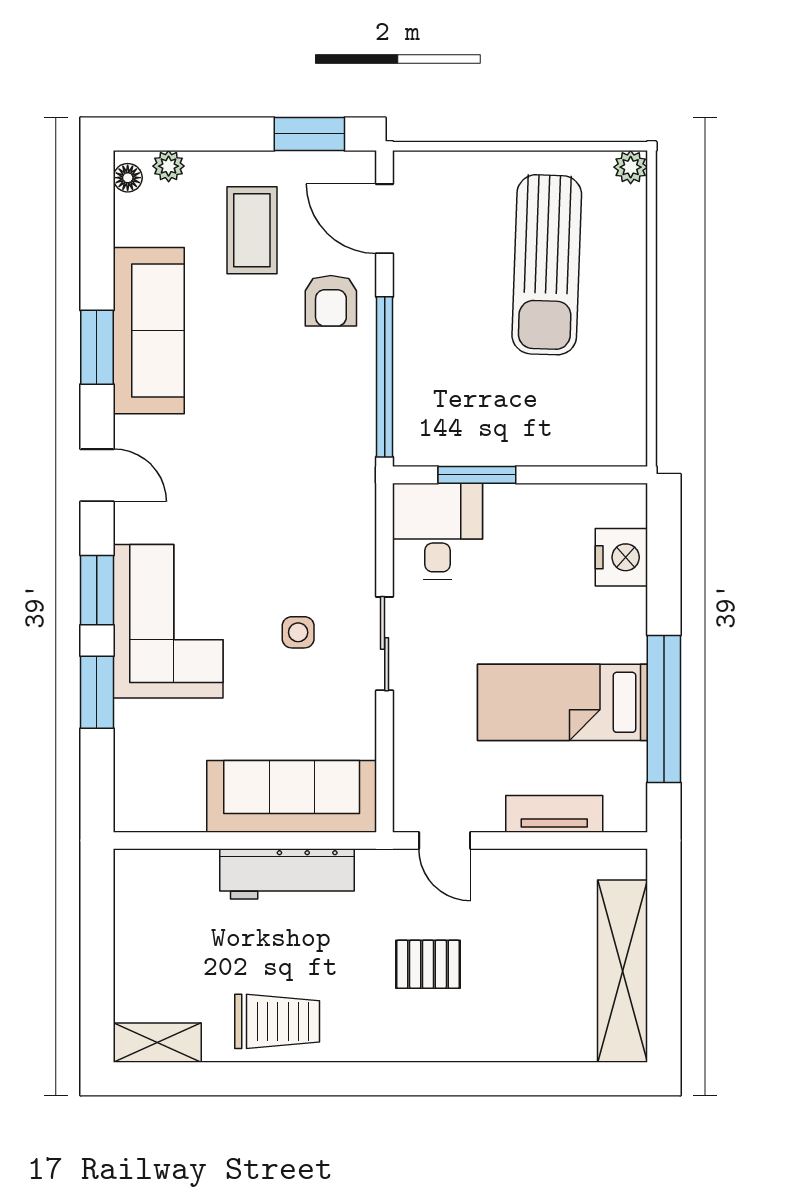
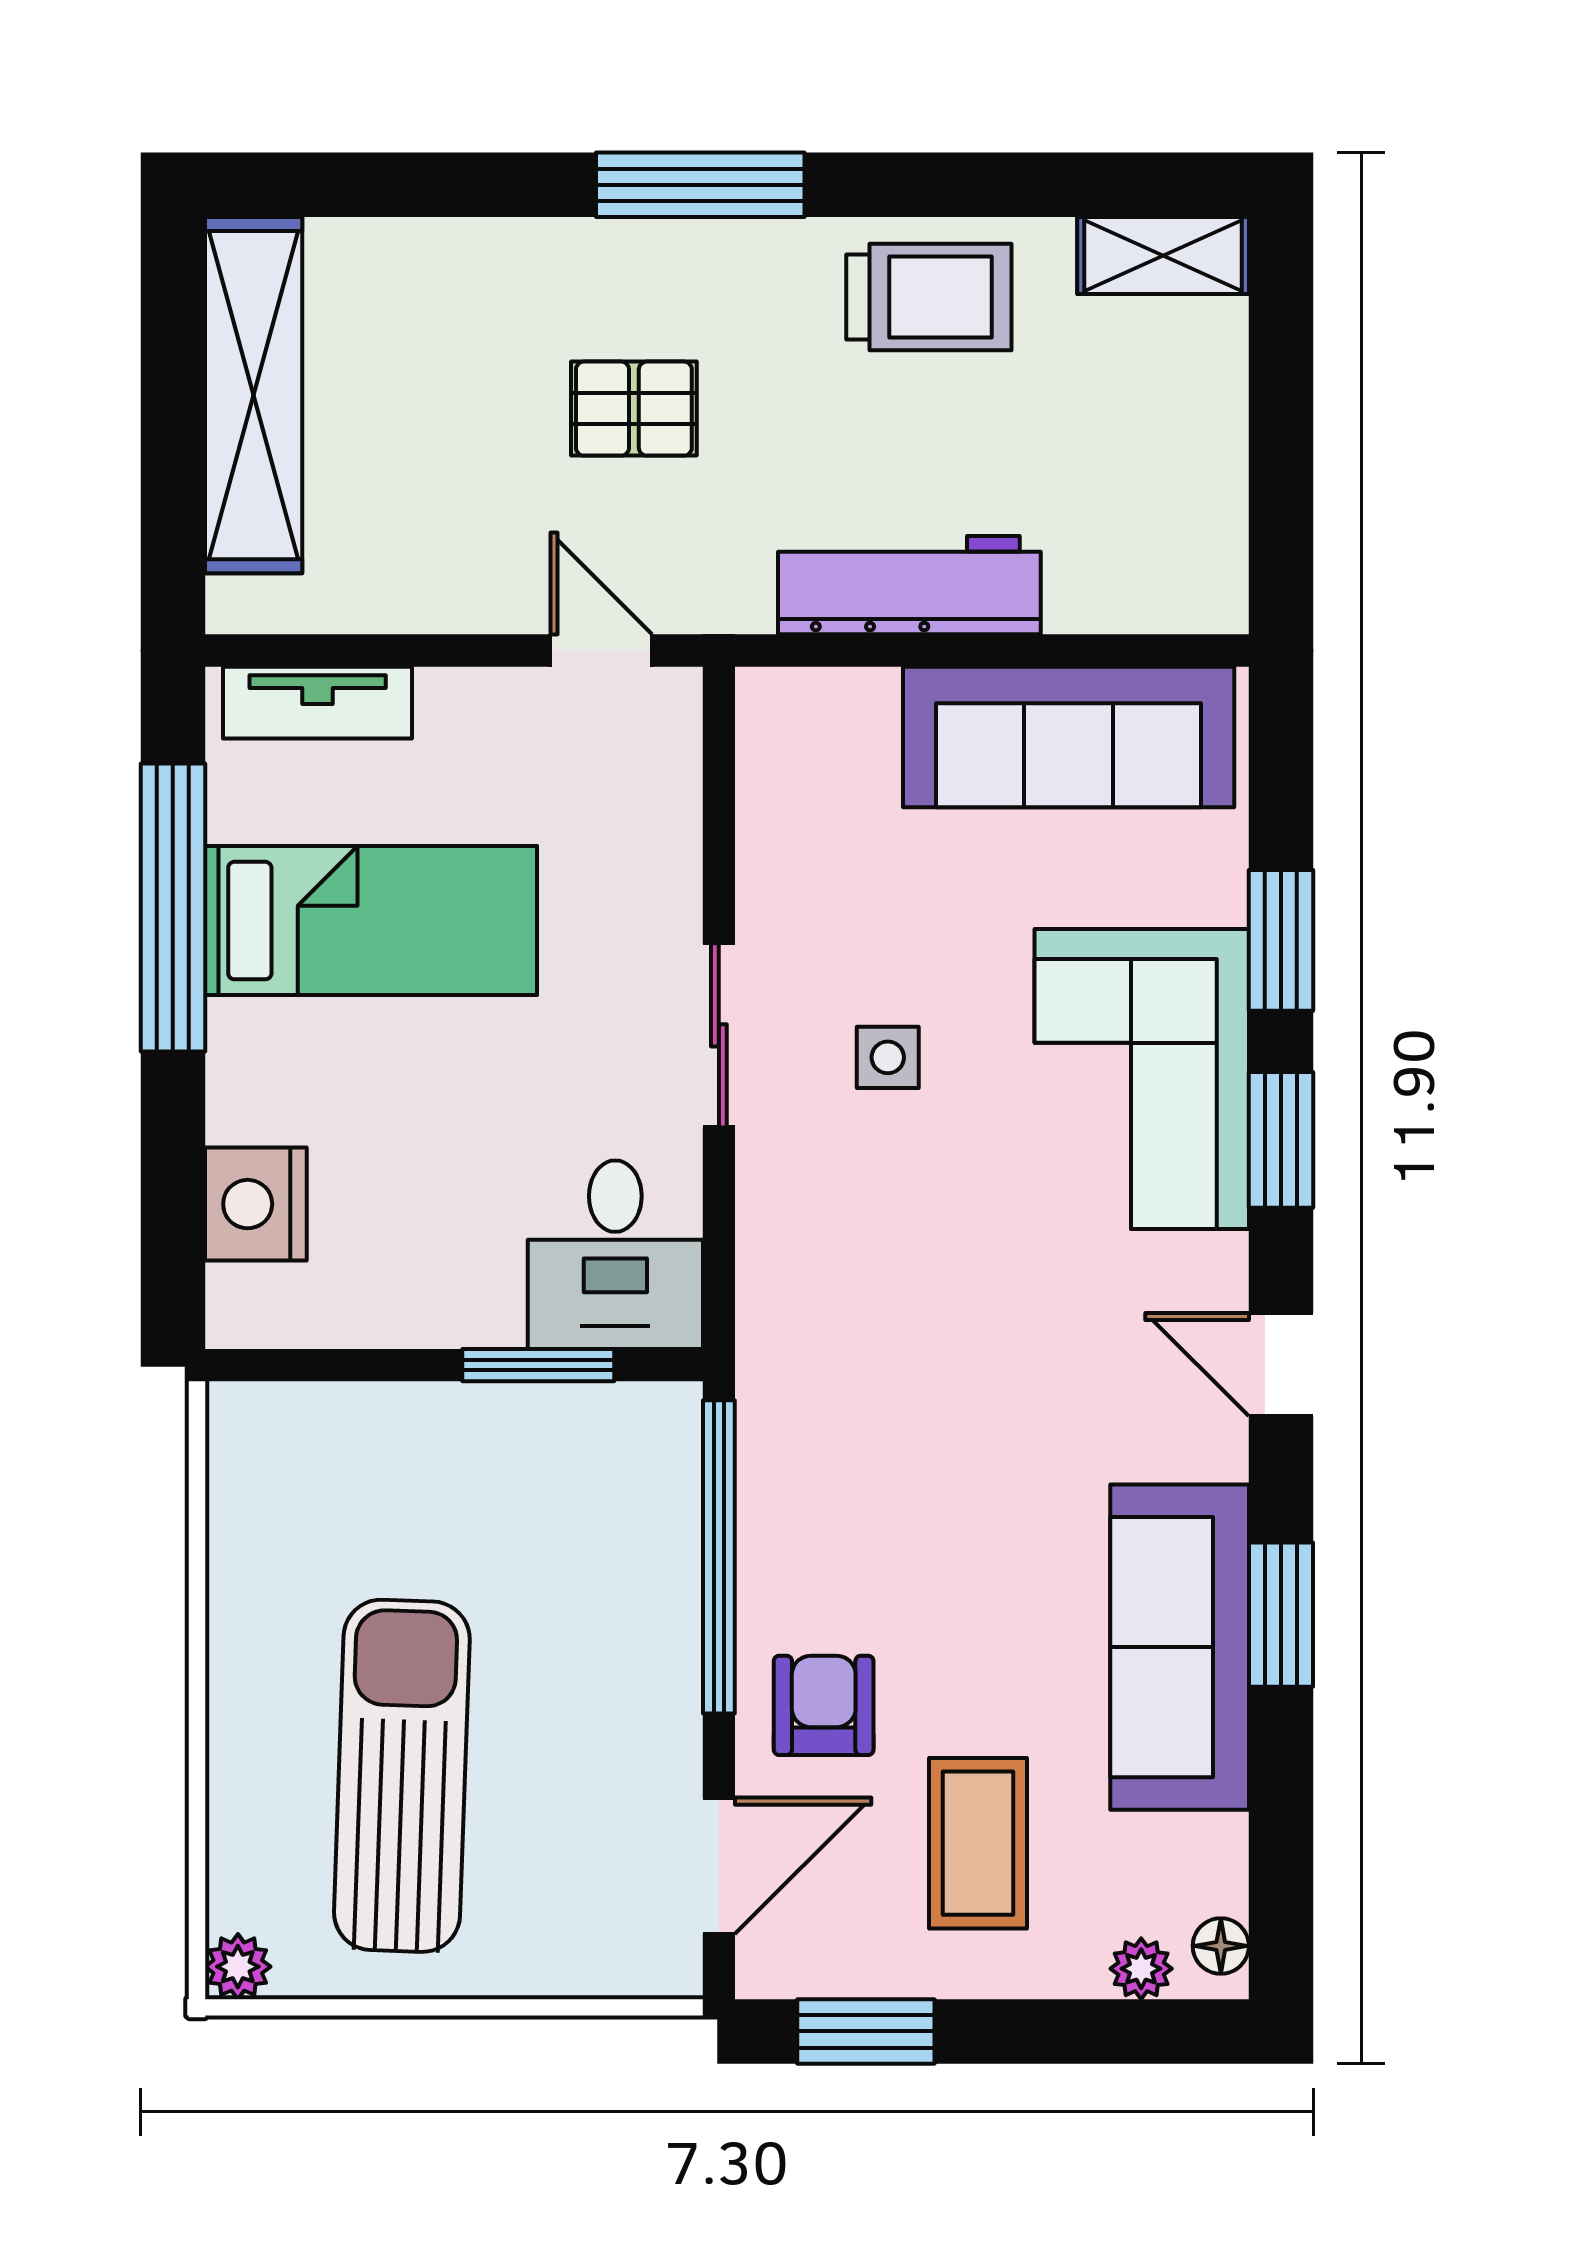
door: (385, 219) -> (719, 1866), hinge flipped
sofa: (292, 796) -> (1069, 737), moved
tv unit: (554, 814) -> (318, 703), moved
trolley: (277, 1021) -> (929, 297), turned 180
window: (394, 1079) -> (700, 185), added

